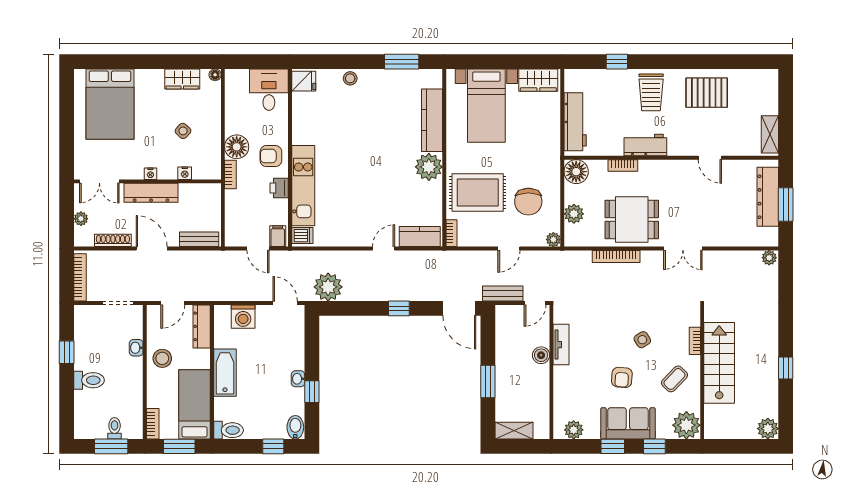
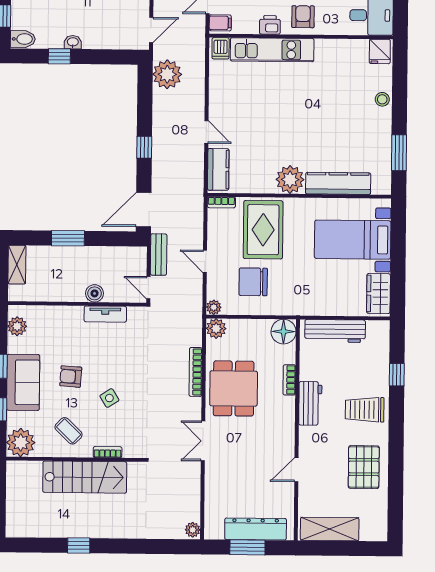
shelving: (770, 134) -> (330, 529), width x1.50, depth x1.33
plant: (574, 214) -> (216, 328), moved
plant: (768, 429) -> (16, 527), removed

